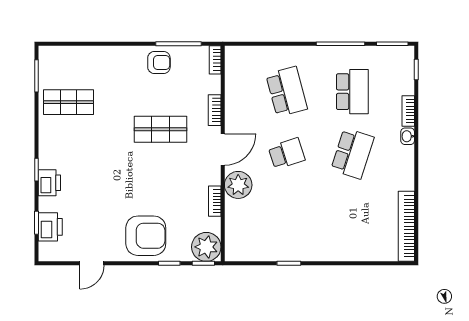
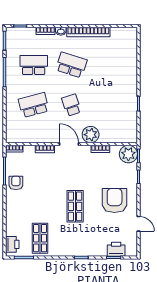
shop shelf: (160, 129) -> (75, 206), moved
printer: (49, 183) -> (12, 244), moved, turned 90
bookcase: (406, 226) -> (88, 32), moved
armchair: (146, 236) -> (115, 201), moved

